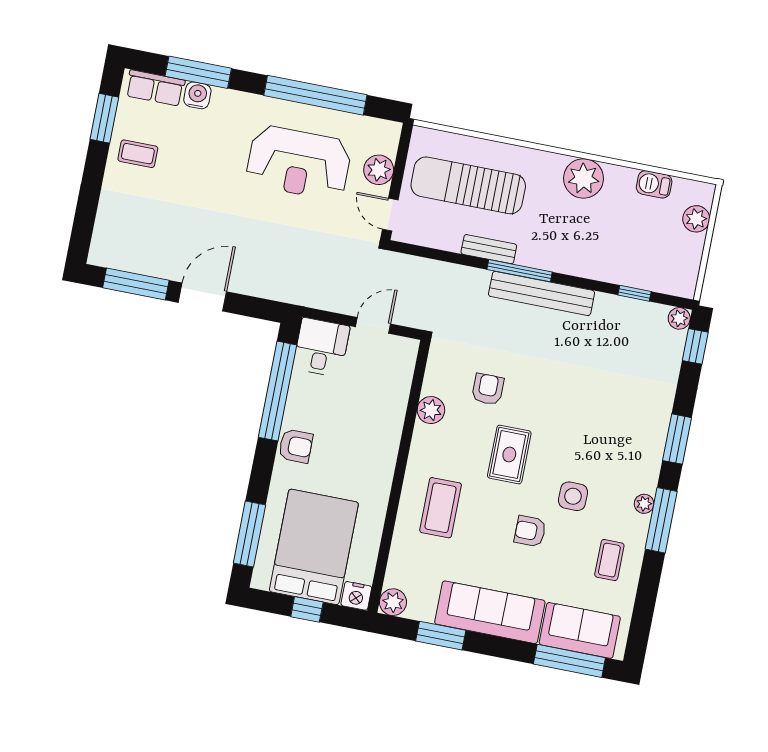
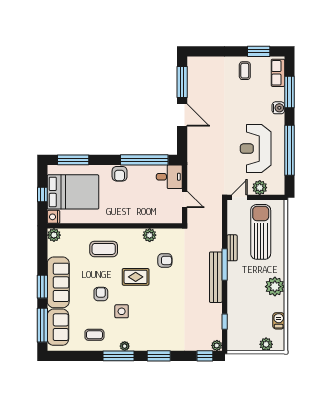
water cooler: (197, 95) -> (278, 108), moved
window: (441, 636) -> (42, 287), moved

